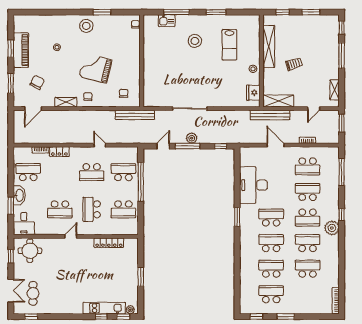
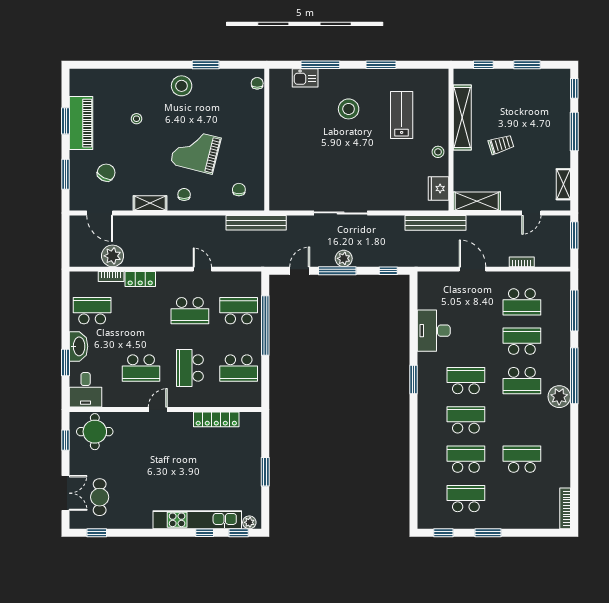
lab bench: (229, 45) -> (402, 115), turned 180
door: (33, 109) -> (100, 213), hinge flipped
bench: (270, 115) -> (436, 223), moved
plant: (41, 136) -> (113, 256), added
desk: (253, 185) -> (434, 331), width x0.73, depth x0.77
window: (342, 214) -> (574, 376), width x3.17
school desk: (308, 243) -> (522, 420), removed
kitchen unit: (104, 308) -> (197, 520), width x1.36

